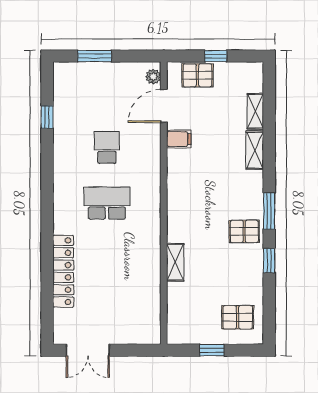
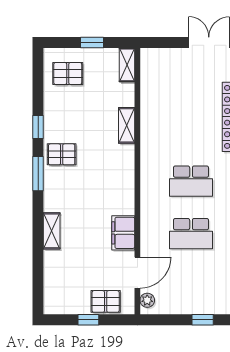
window: (95, 56) -> (203, 320), width x0.67
shelving: (255, 111) -> (127, 65), moved
filing cabinet: (179, 139) -> (123, 233), width x2.00
school desk: (107, 147) -> (191, 234), width x1.85

